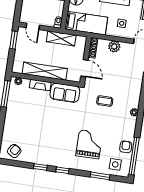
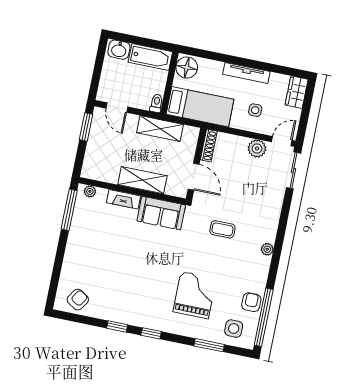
plant: (114, 46) -> (257, 148), moved
shelving: (45, 71) -> (142, 180), width x0.68

